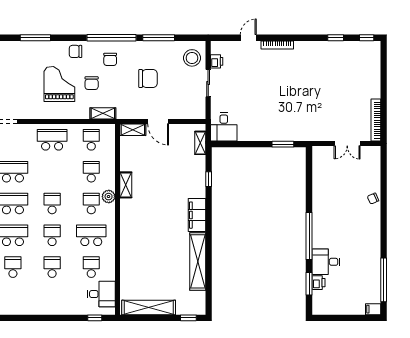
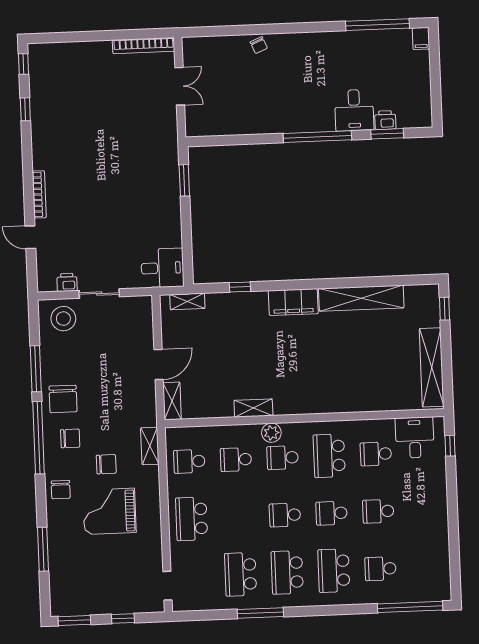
chair: (148, 79) -> (63, 399), moved, turned 180

